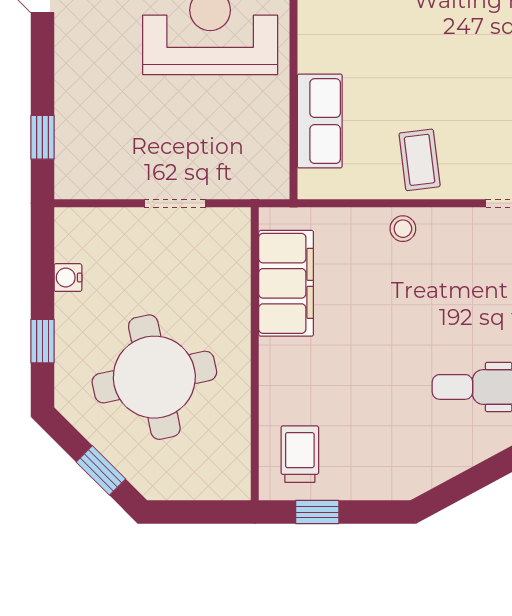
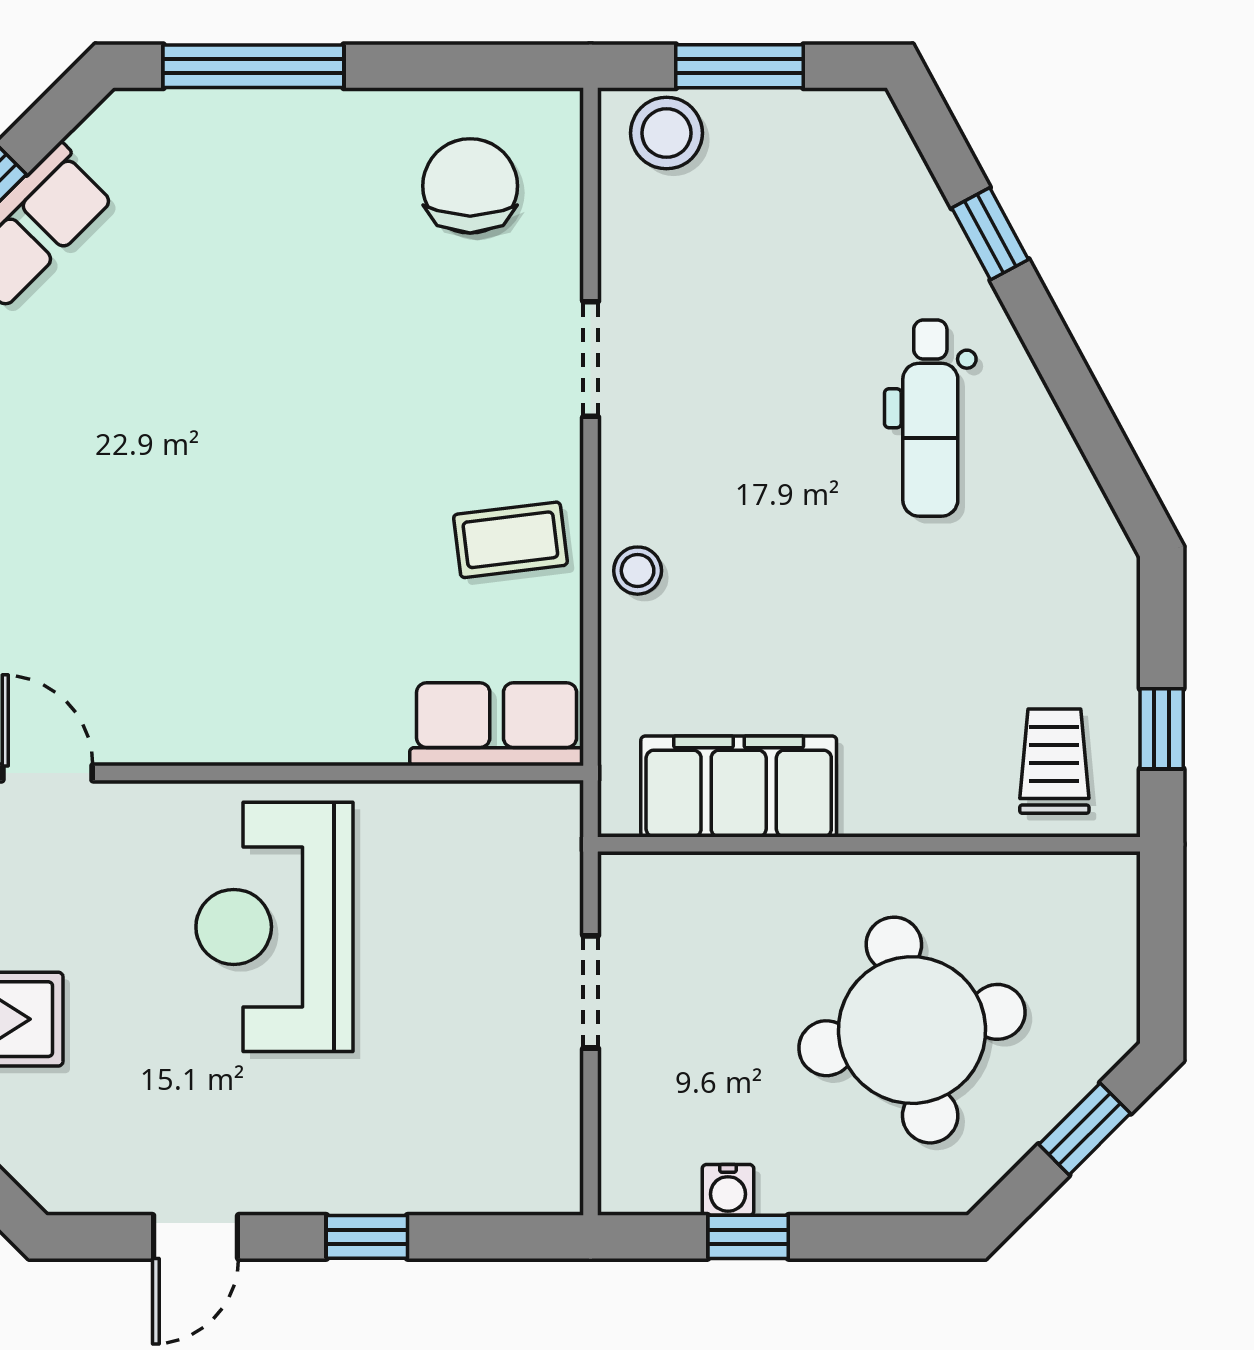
row of seats: (320, 121) -> (497, 724), moved
window: (42, 137) -> (367, 1237), moved
window: (42, 341) -> (748, 1237), moved
trolley: (300, 454) -> (1054, 761), turned 90

